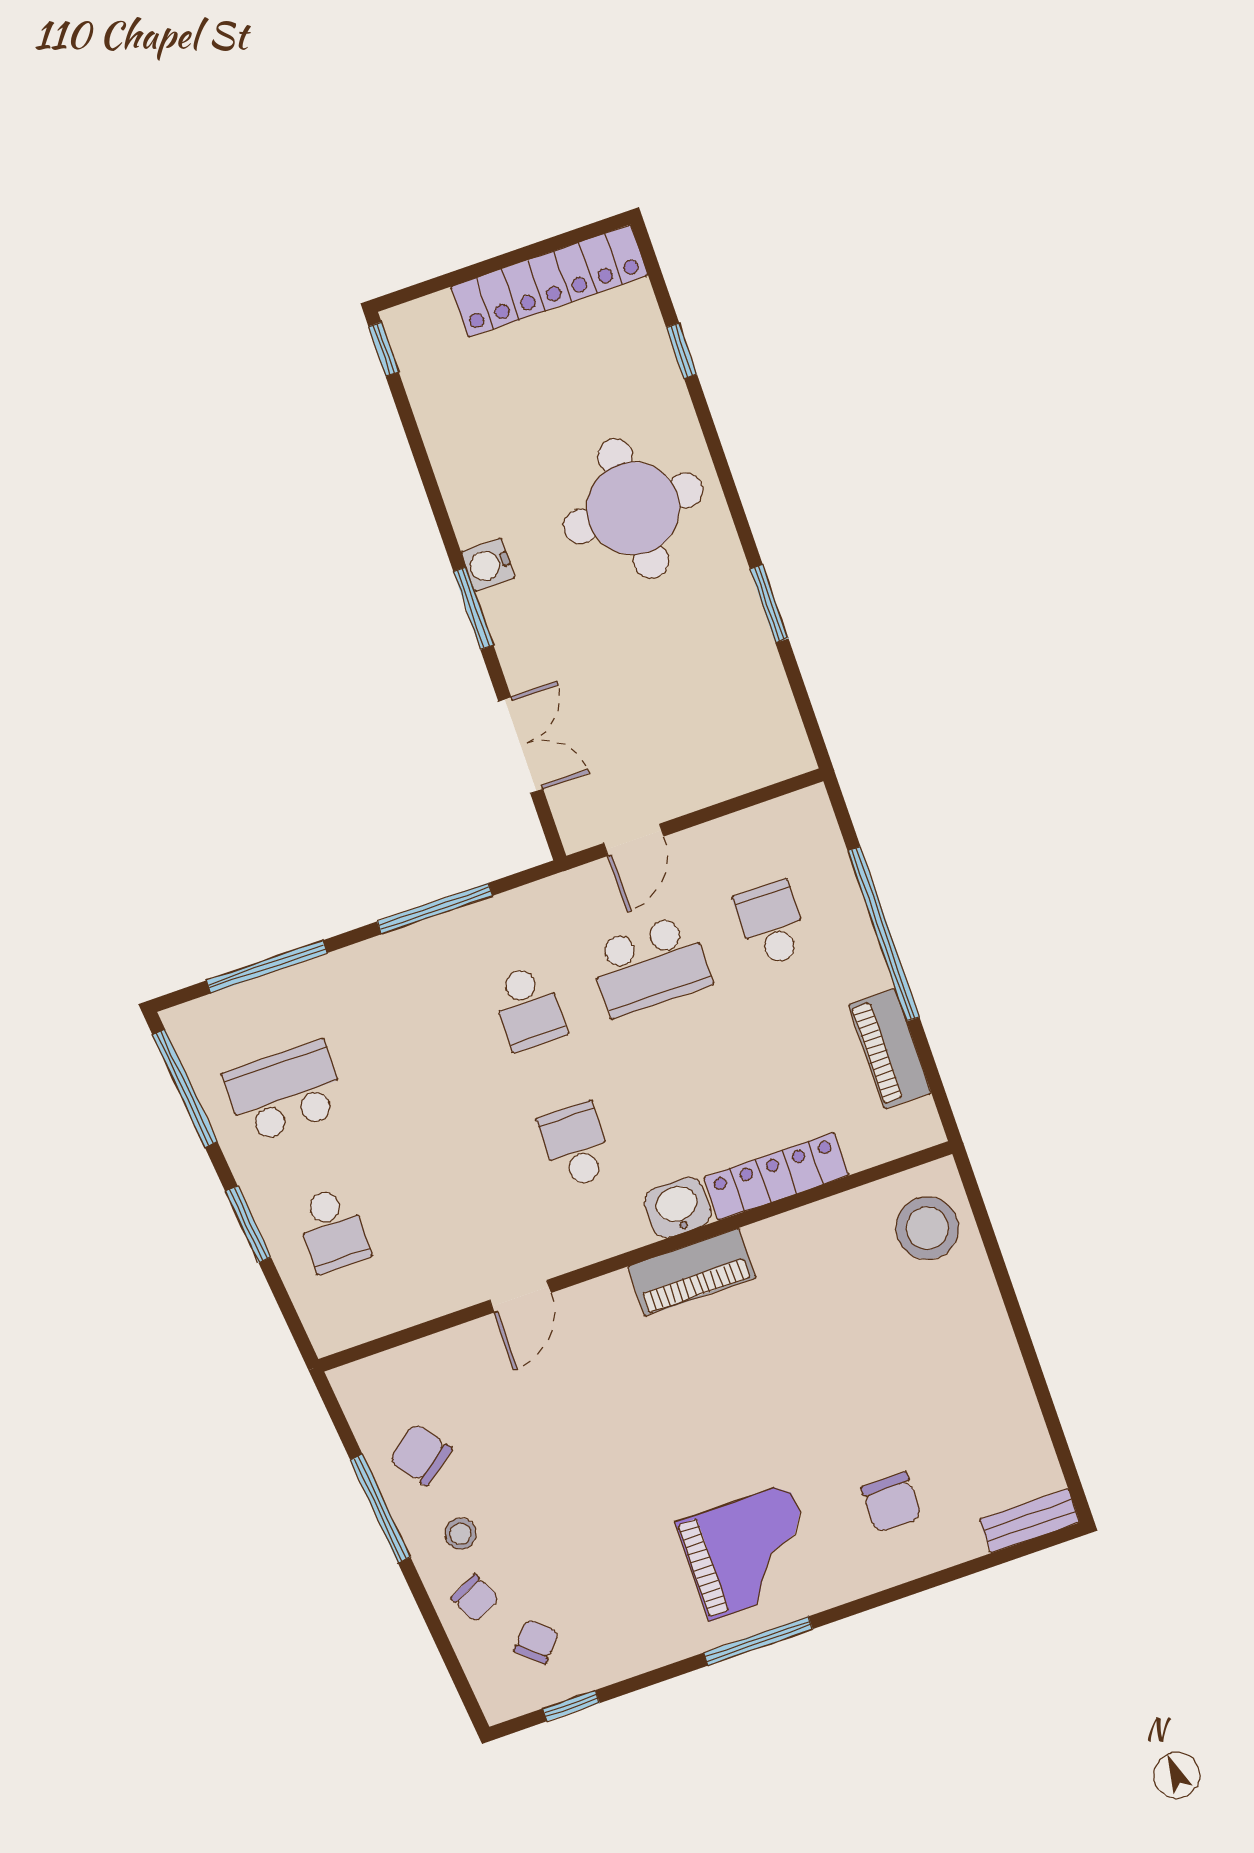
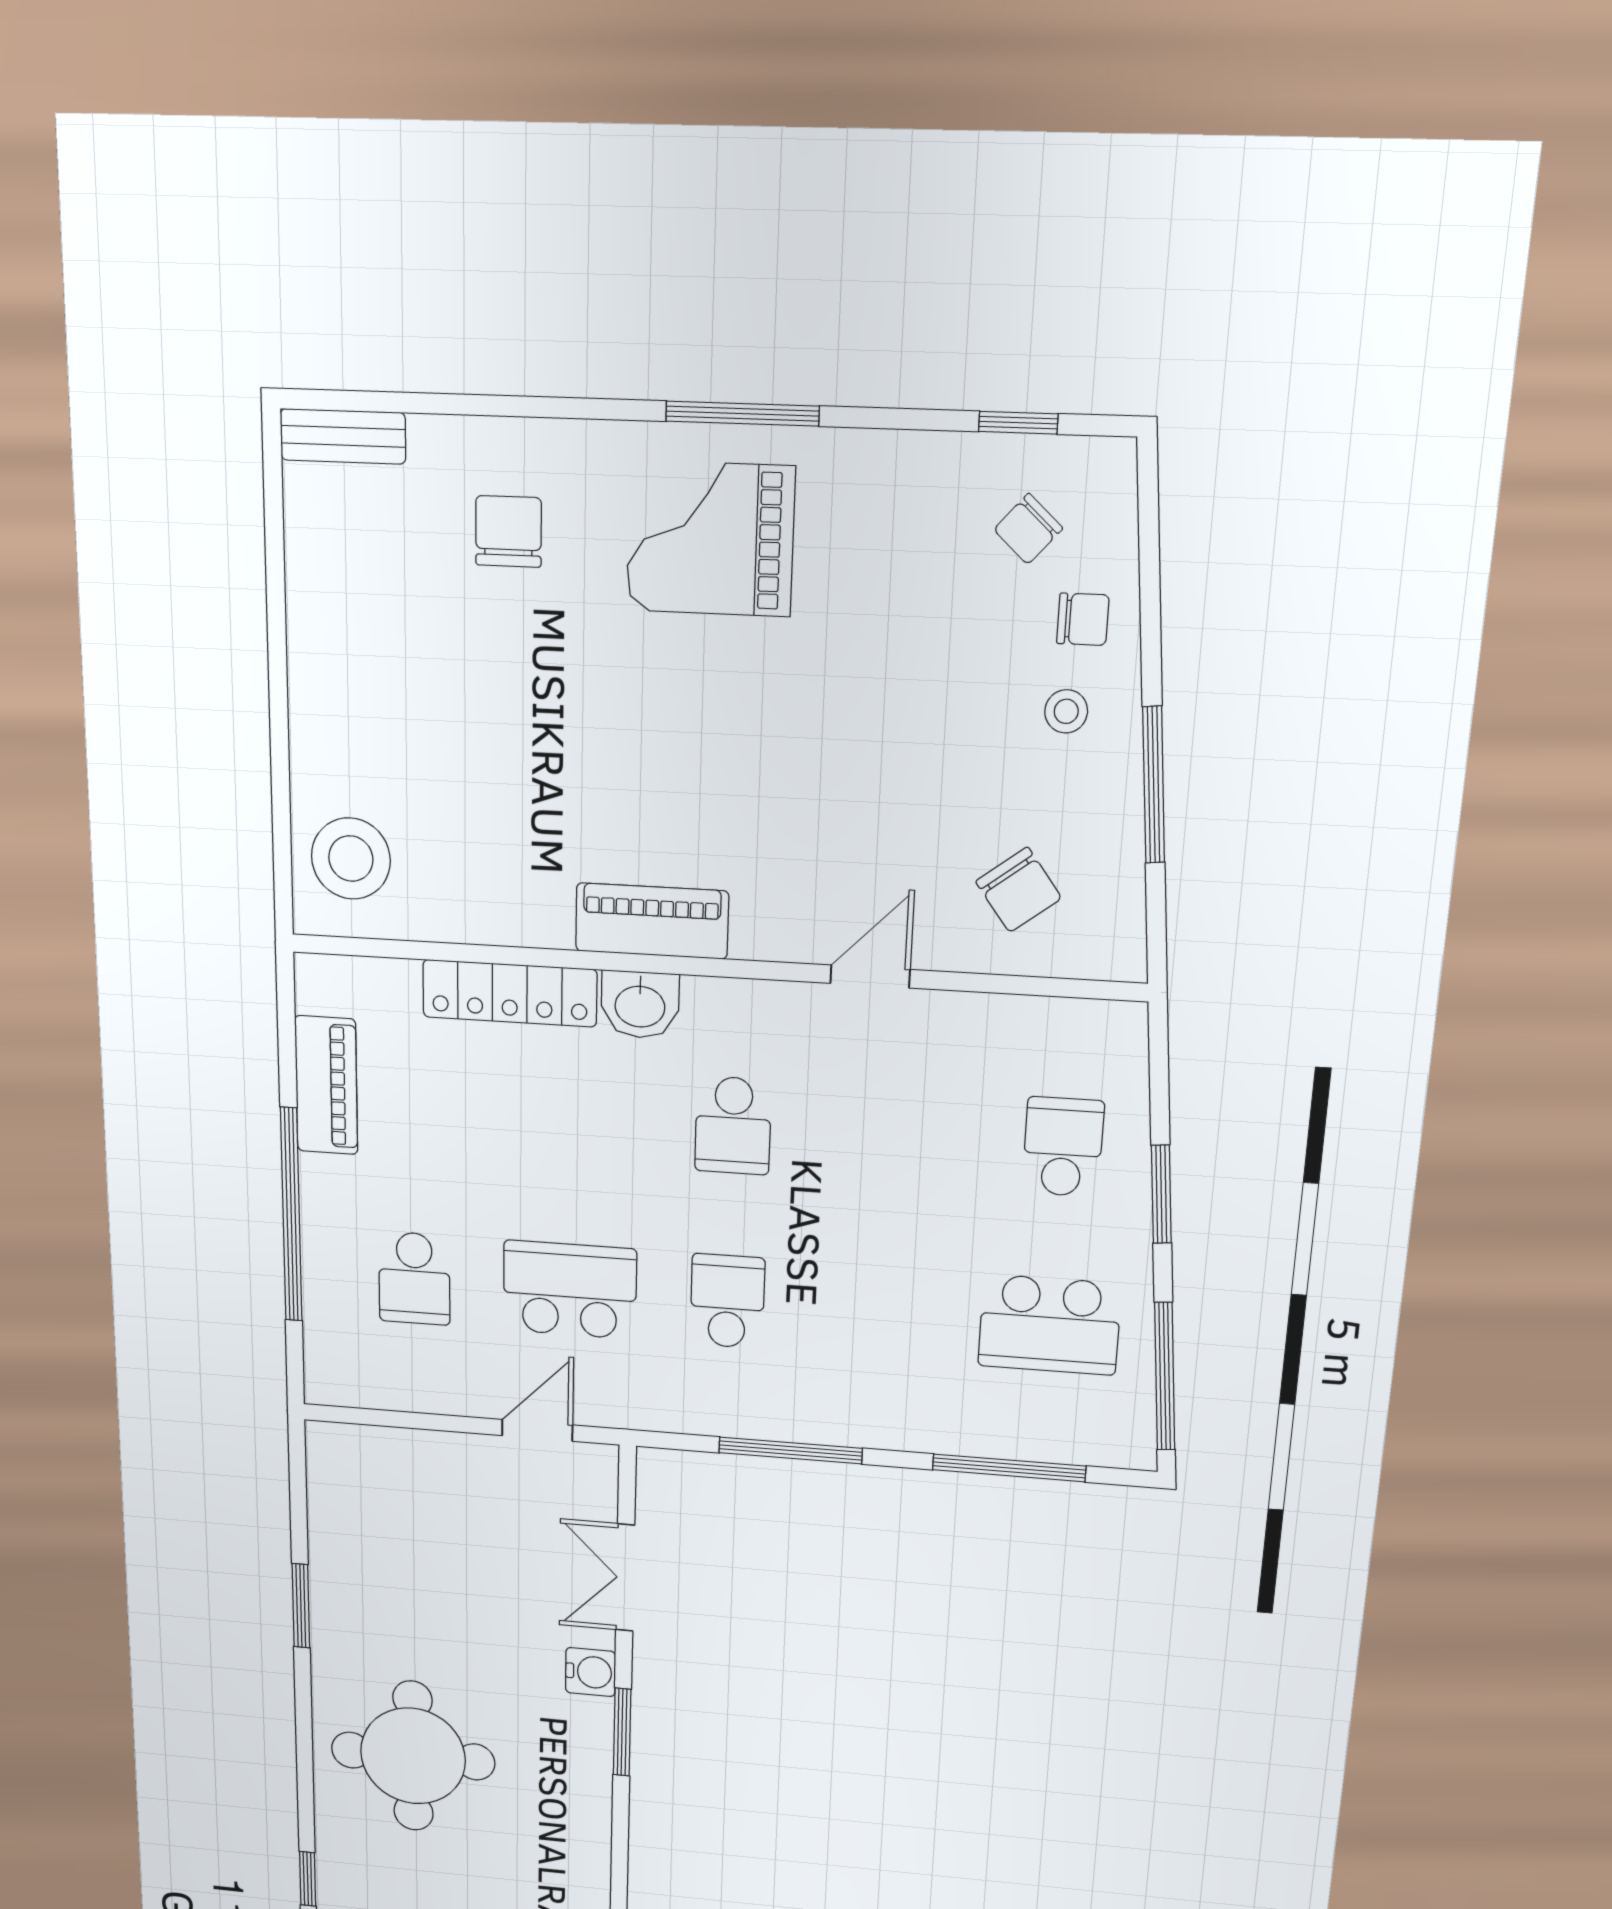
water cooler: (488, 565) -> (590, 1672), moved
chair: (421, 1455) -> (1019, 890), moved
chair: (475, 1598) -> (1083, 619), turned 116

